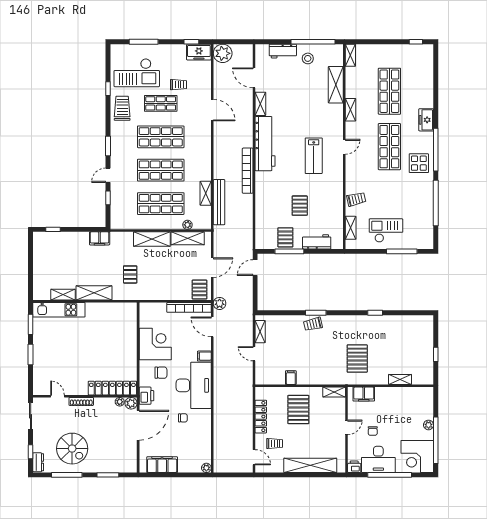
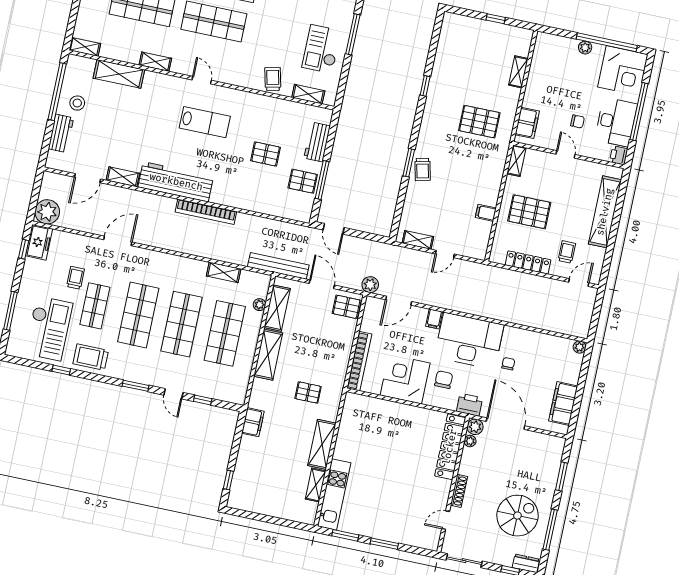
bench: (219, 202) -> (278, 266), moved
bookcase: (189, 307) -> (359, 361), moved

